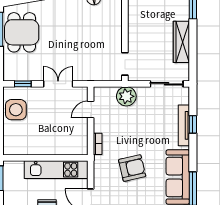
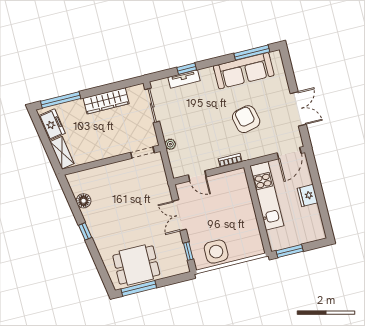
plant: (126, 96) -> (170, 144), width x0.53, depth x0.53
tv unit: (184, 125) -> (184, 79), width x0.71

